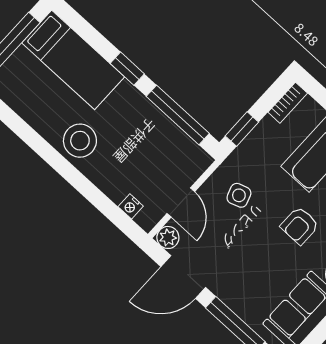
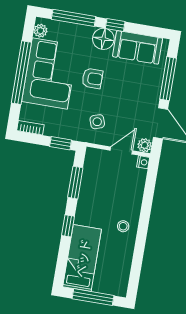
window: (178, 115) -> (75, 183), width x0.69
stool: (80, 141) -> (123, 226), width x0.53, depth x0.53
nightstand: (131, 206) -> (143, 162), moved

